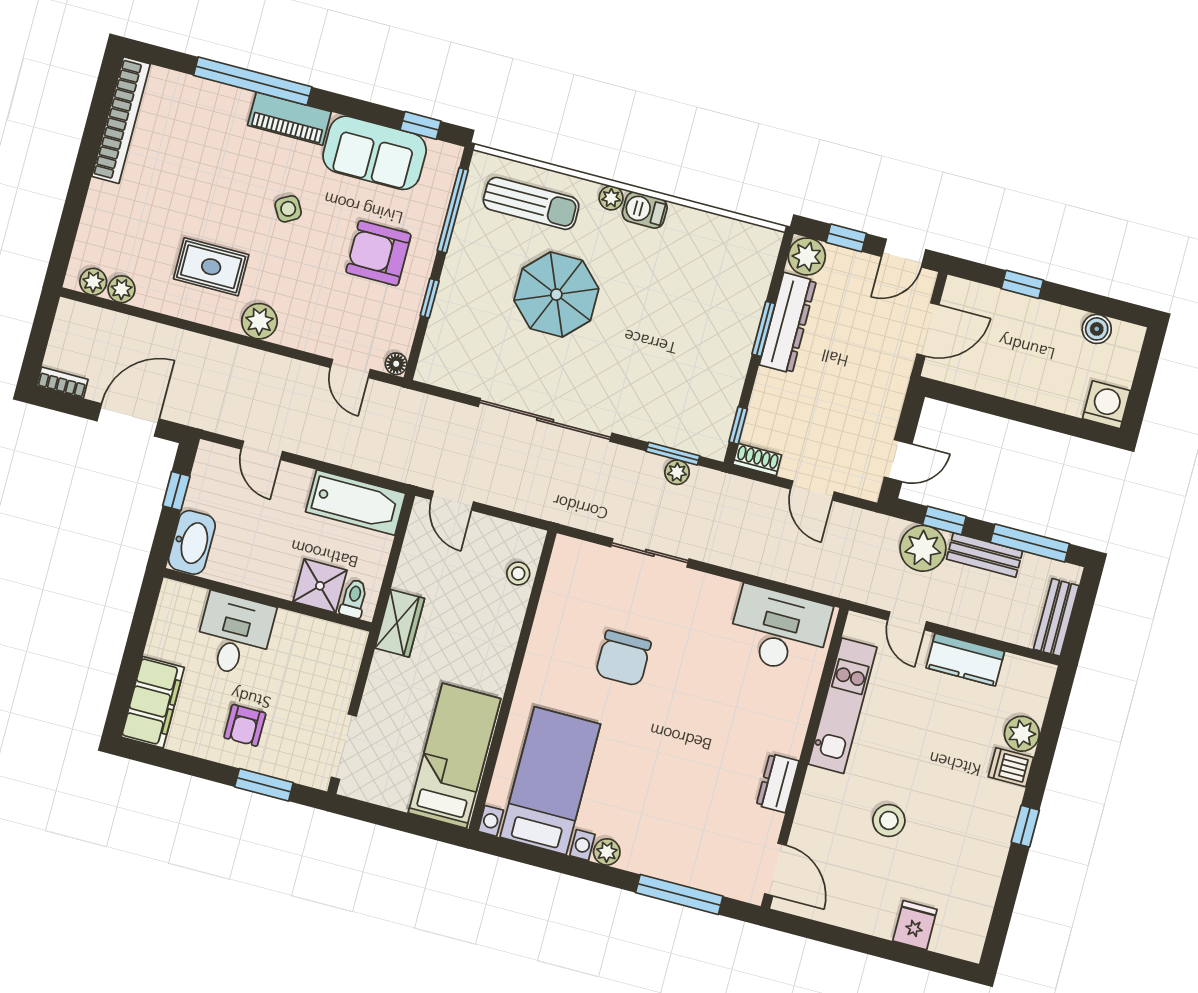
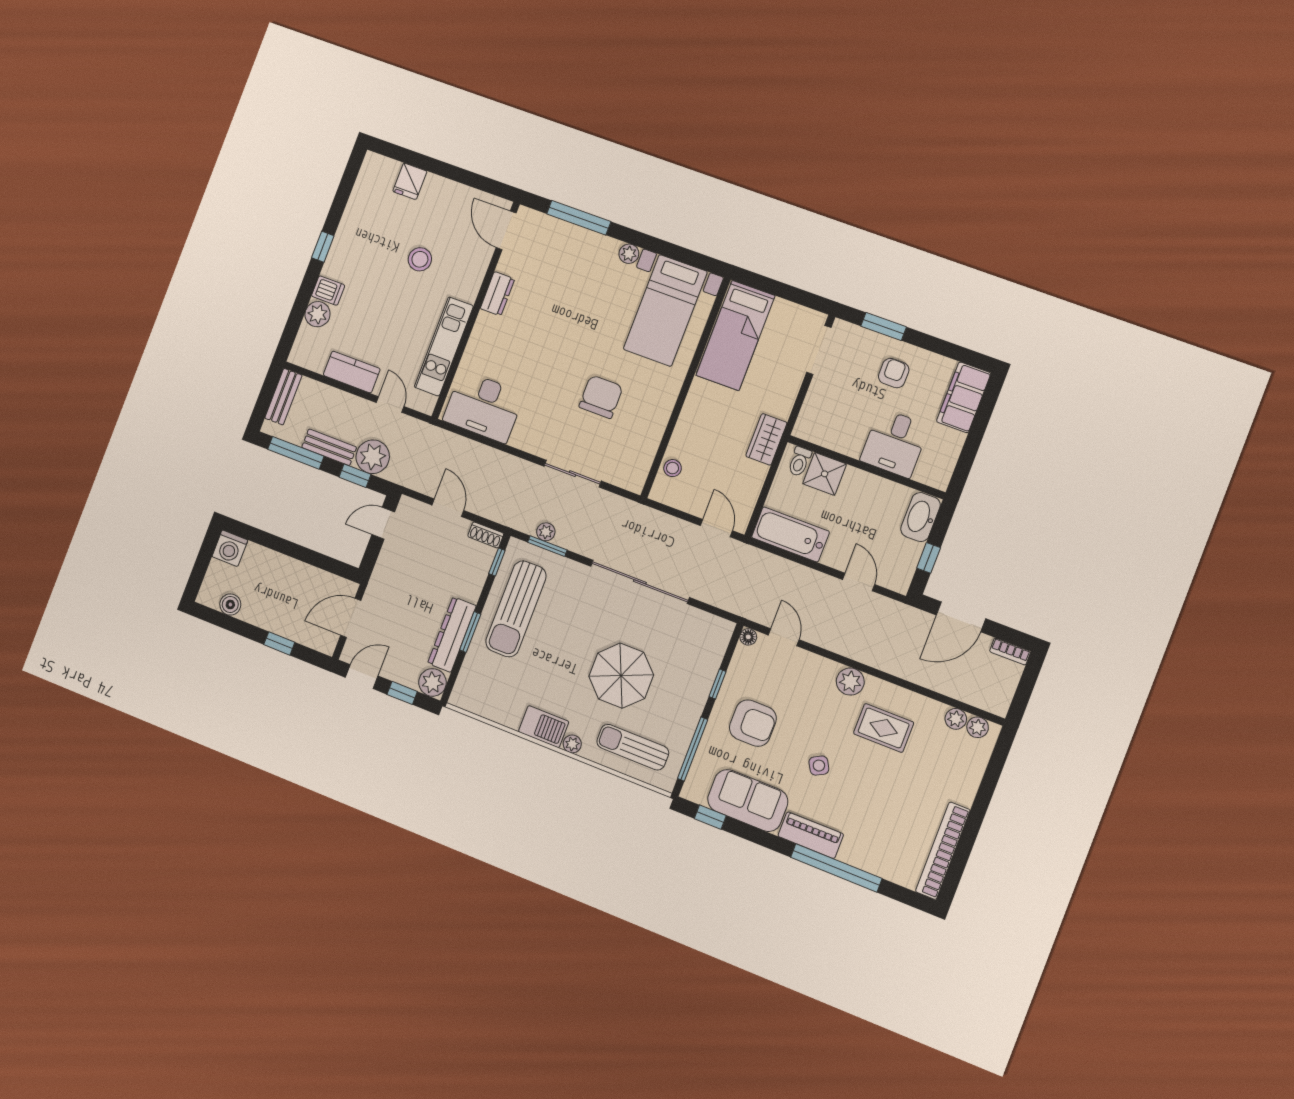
barbecue: (645, 210) -> (544, 727), width x1.38, depth x1.27
sun lounger: (706, 366) -> (516, 609), added

